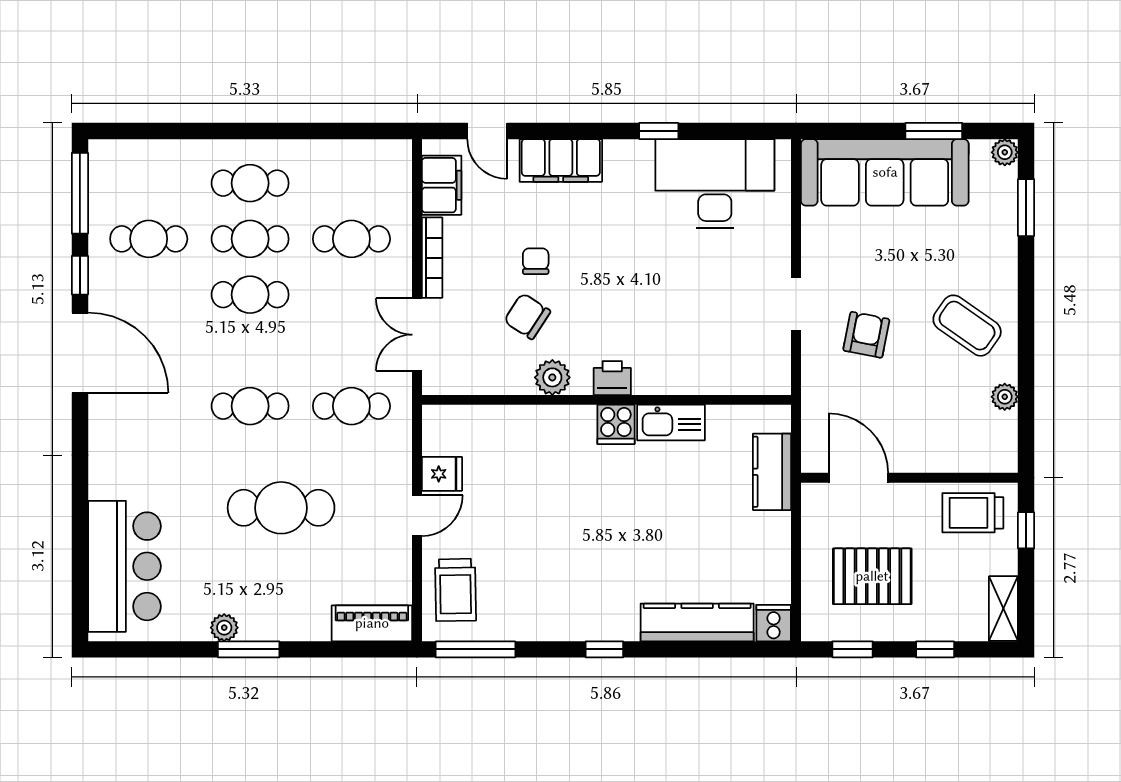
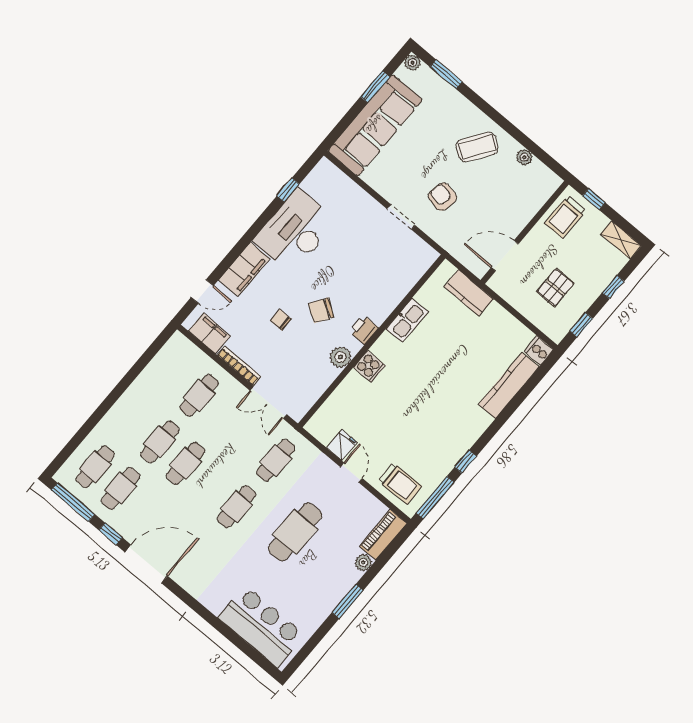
window: (659, 131) -> (288, 190), moved
cafe table: (250, 183) -> (95, 467), moved
desk: (715, 184) -> (295, 231), moved
chair: (527, 316) -> (321, 310), moved
cooker: (616, 424) -> (369, 366), moved
pallet: (872, 576) -> (555, 287), width x0.67, depth x0.71
plant: (224, 628) -> (363, 562), moved
window: (604, 649) -> (466, 462), moved

